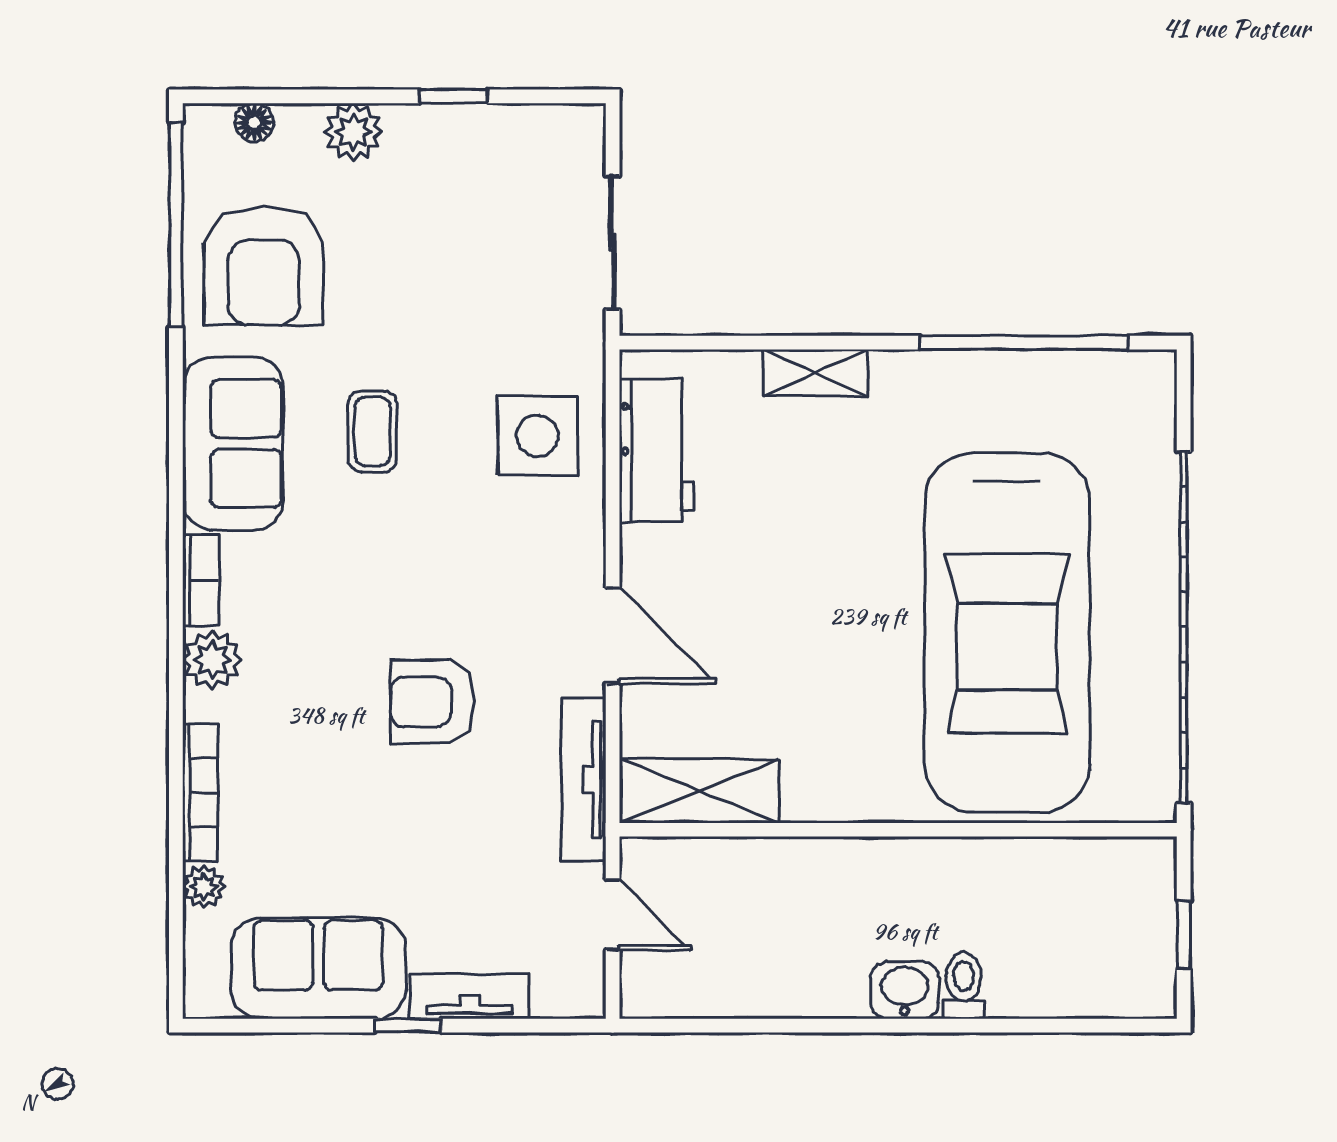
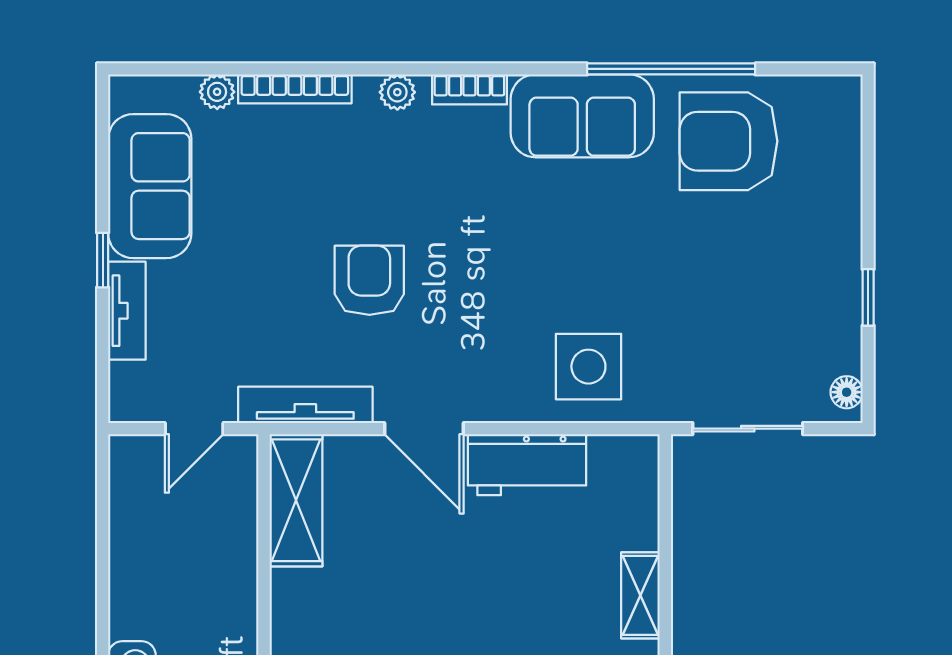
floor lamp: (254, 123) -> (847, 392), moved
plant: (353, 132) -> (839, 215), removed
window: (176, 224) -> (671, 69), moved
coffee table: (372, 431) -> (592, 231), removed
workbench: (656, 450) -> (527, 465), moved
door: (613, 636) -> (424, 429), hinge flipped
plant: (212, 660) -> (397, 92), width x0.73, depth x0.73

